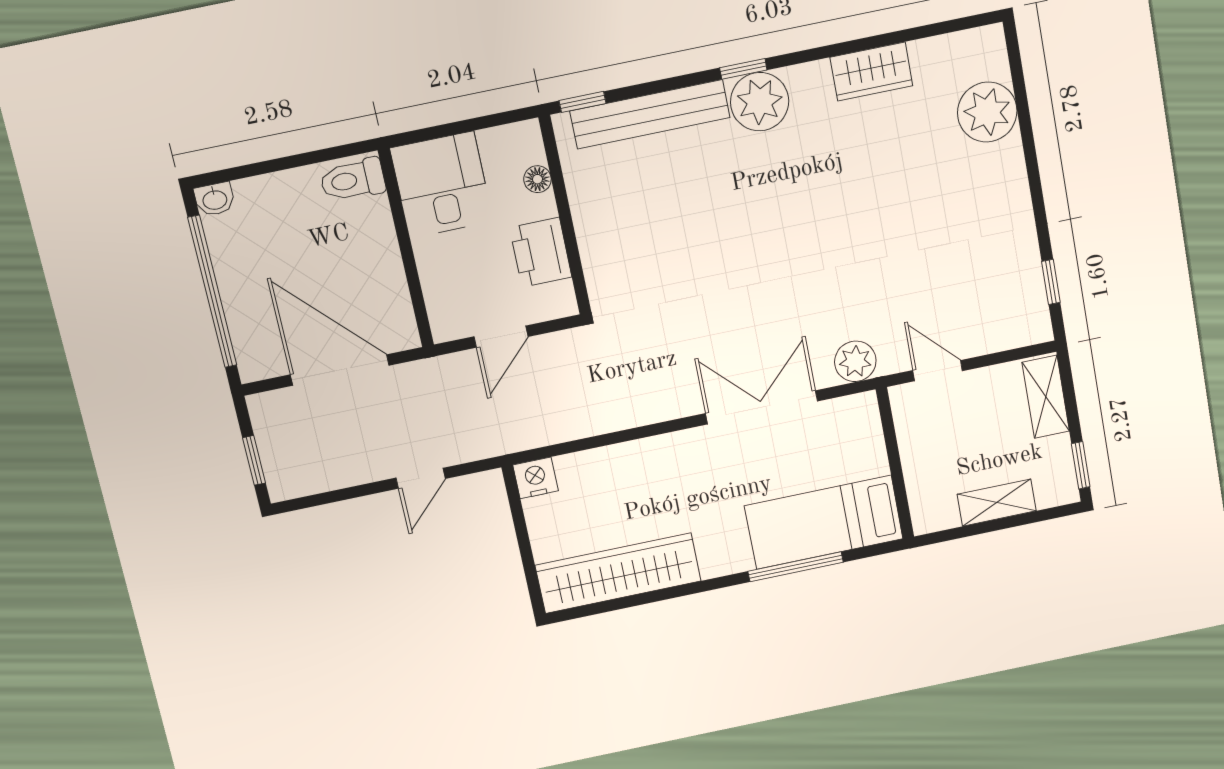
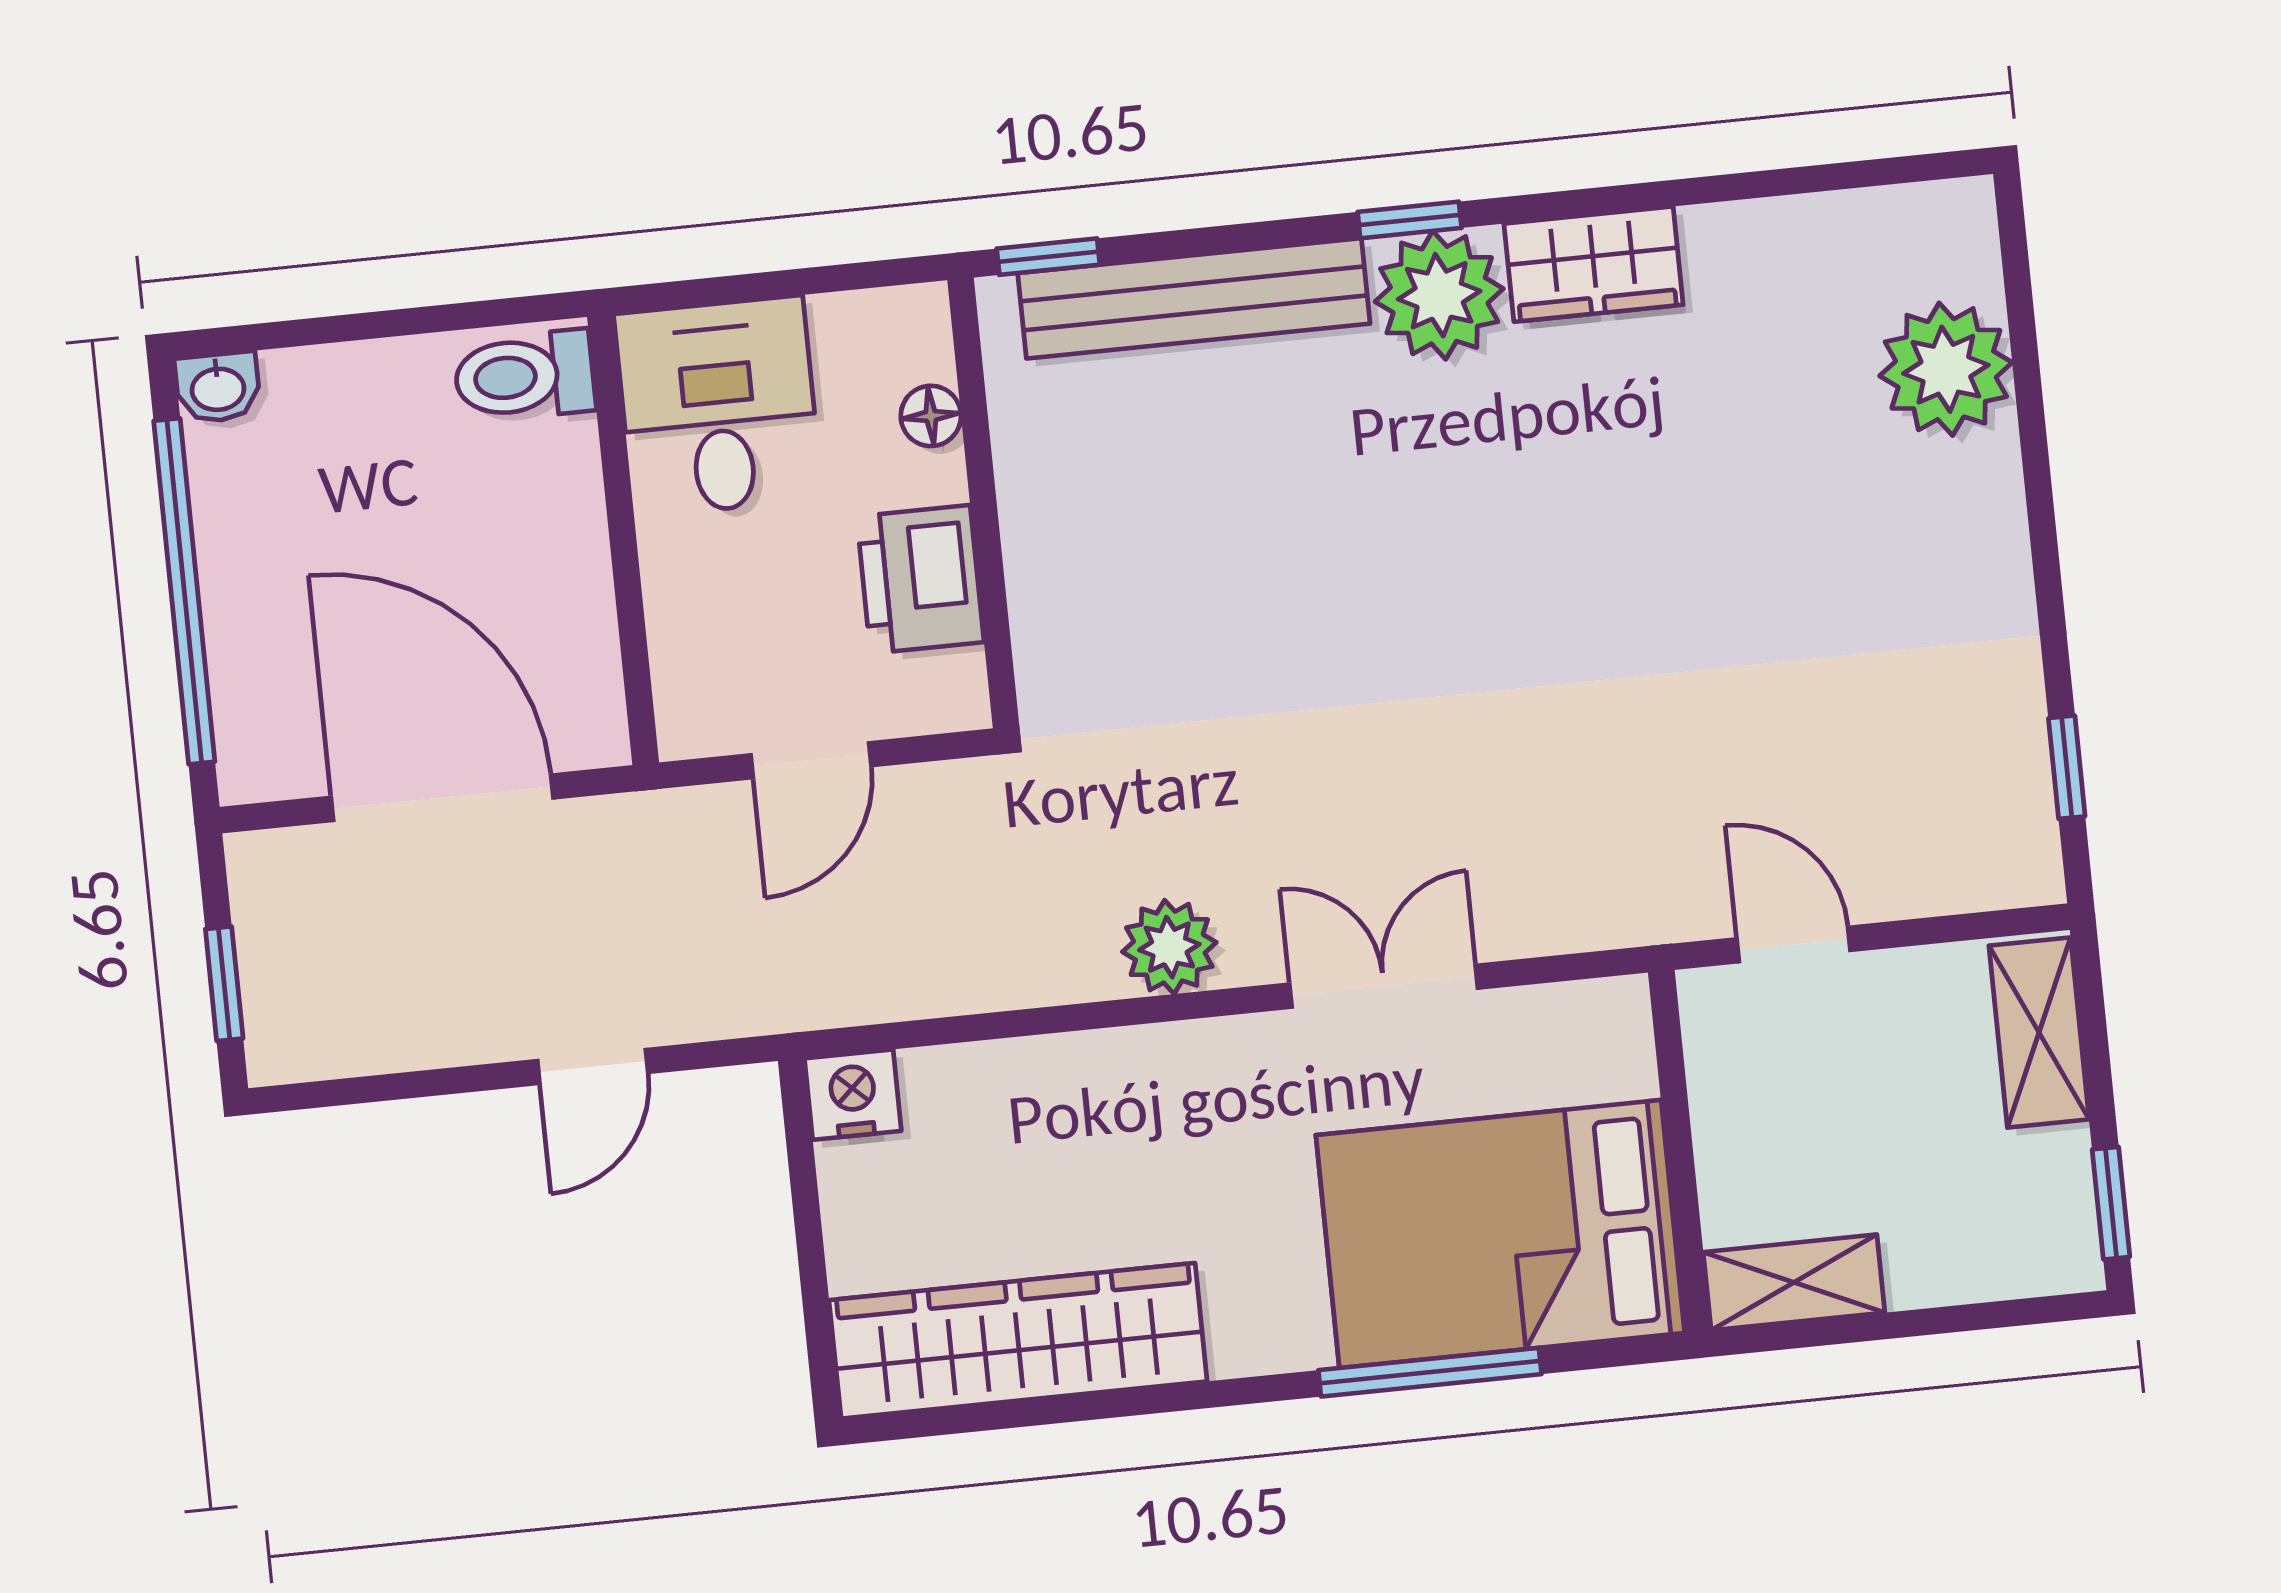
wardrobe: (871, 72) -> (1594, 264), moved
plant: (855, 361) -> (1169, 947), moved
double door: (762, 407) -> (1384, 986), width x0.73
shelving: (997, 503) -> (1794, 1282), moved
bed: (824, 522) -> (1500, 1234), width x1.50

